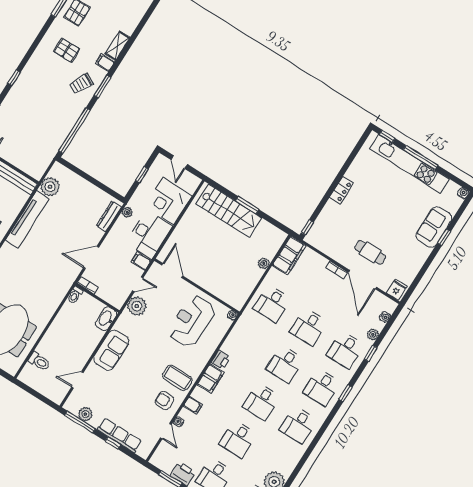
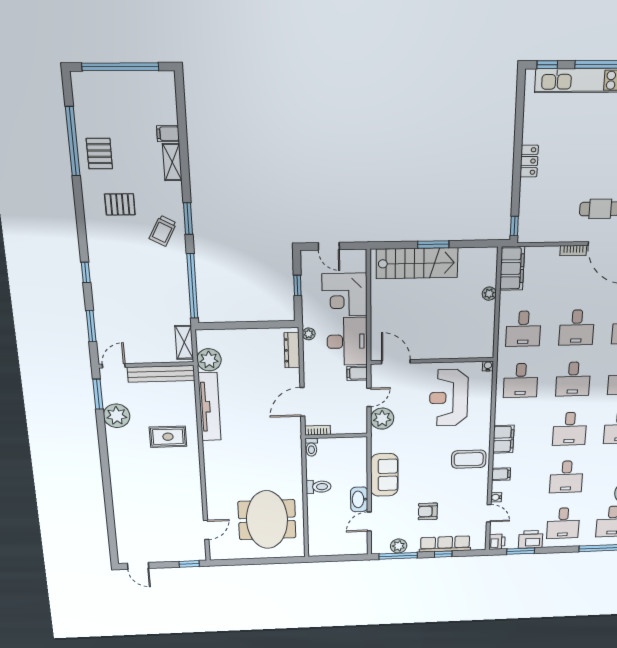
filing cabinet: (105, 63) -> (168, 134), moved
shelving: (43, 164) -> (184, 342), added
washbasin: (106, 319) -> (359, 499), moved
desk: (248, 341) -> (521, 380), added
printer: (221, 360) -> (497, 542), moved
toilet: (39, 361) -> (319, 487), moved
armchair: (164, 401) -> (428, 511), moved

